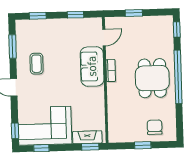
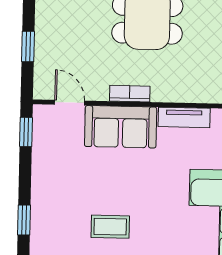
window: (76, 15) -> (26, 132), moved
tv unit: (99, 101) -> (184, 117), added

